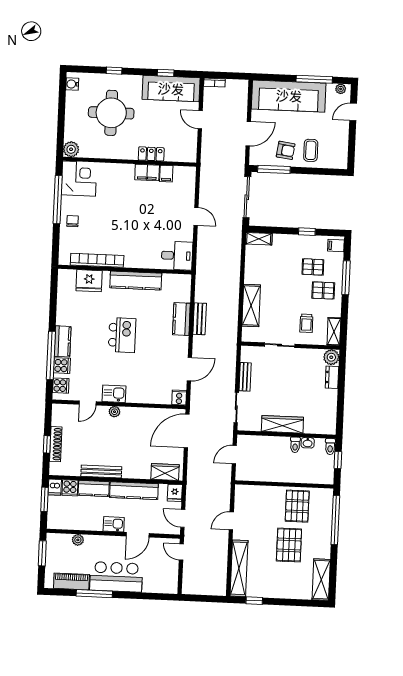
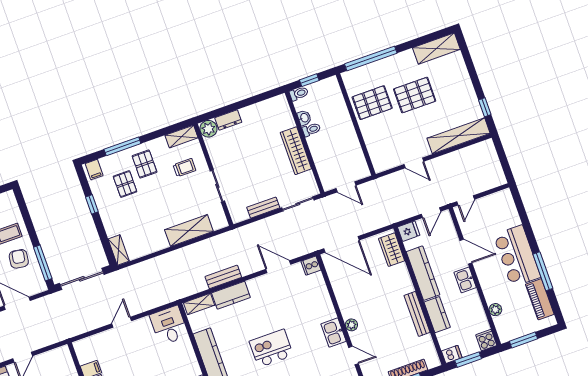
shelving: (185, 289) -> (199, 304), added
cooker: (70, 488) -> (486, 340), moved, turned -90

